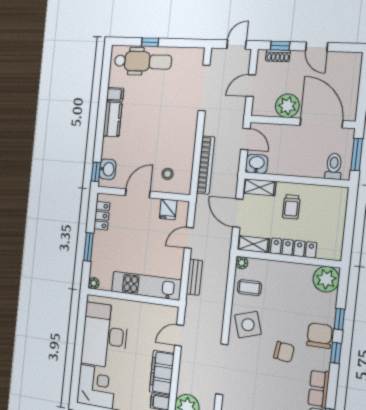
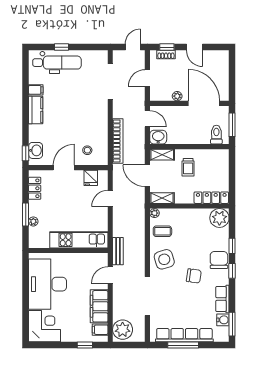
plant: (287, 106) -> (177, 96), width x0.53, depth x0.53
locker: (293, 248) -> (211, 198), moved
bench: (194, 277) -> (118, 251), moved
plant: (94, 283) -> (33, 221), moved

